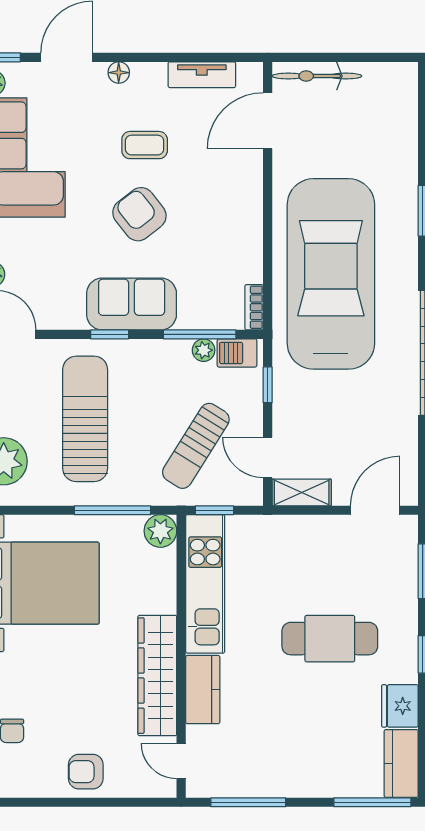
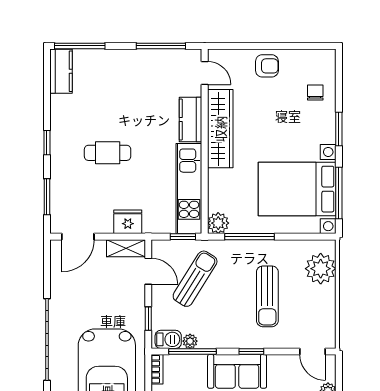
sun lounger: (85, 419) -> (267, 296), width x0.73, depth x0.75
cafe table: (330, 639) -> (108, 153), width x0.73, depth x0.74
fridge: (400, 706) -> (128, 222), moved, turned -90

